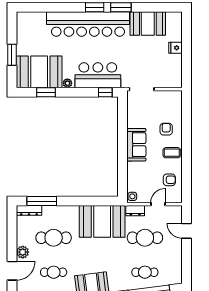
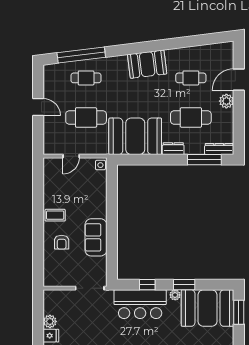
window: (12, 55) -> (239, 312), moved
plant: (176, 60) -> (50, 321), added
window: (46, 92) -> (184, 285), moved
window: (105, 92) -> (147, 285), moved
sofa: (136, 145) -> (96, 237), moved
armchair: (169, 180) -> (58, 184), removed
dresser: (135, 211) -> (173, 149), moved
door: (187, 231) -> (38, 107), moved

